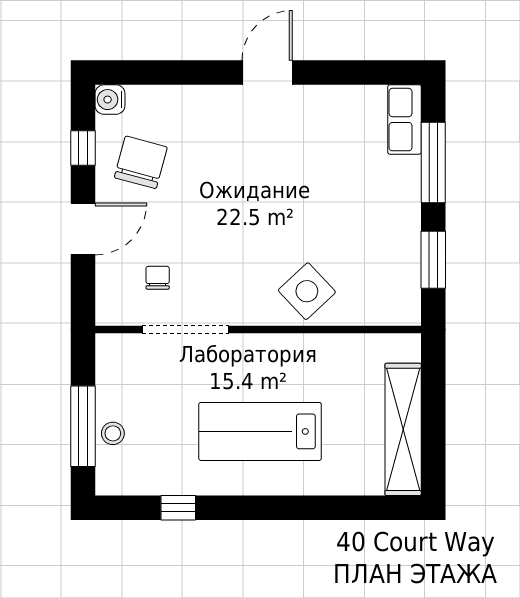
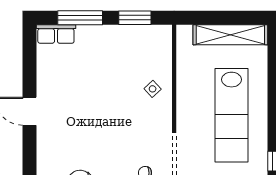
side table: (307, 291) -> (153, 89), width x0.54, depth x0.54
lab bench: (260, 431) -> (231, 115), width x1.36

